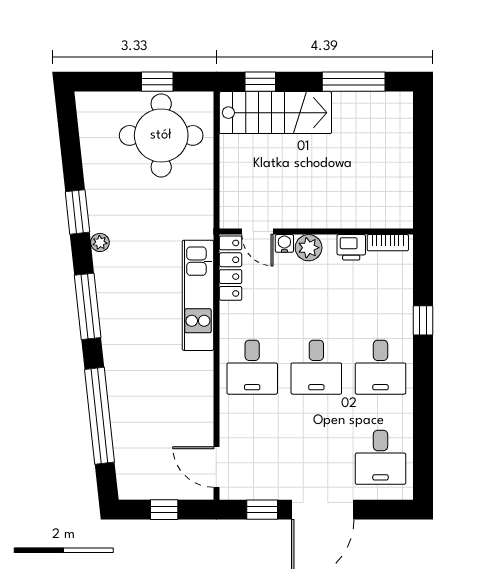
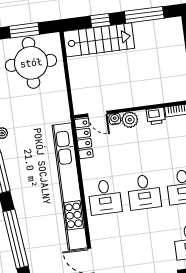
window: (157, 82) -> (24, 30), width x1.50
window: (260, 82) -> (100, 20), moved
kitchen unit: (198, 295) -> (70, 186), width x1.86

